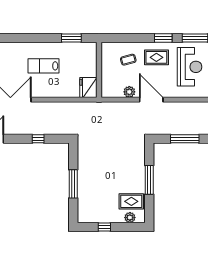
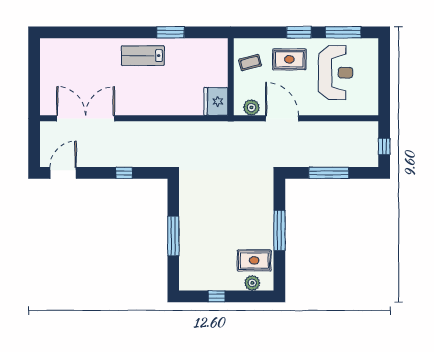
lab bench: (44, 66) -> (143, 56), moved
wall: (99, 70) -> (231, 77), moved
fridge: (88, 87) -> (216, 101), moved

